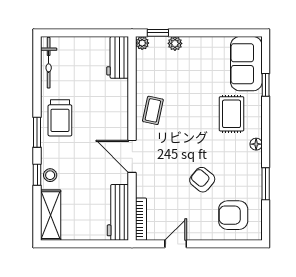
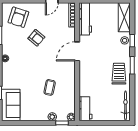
coffee table: (153, 110) -> (50, 87), moved
rug: (232, 114) -> (19, 76), removed
door: (132, 156) -> (77, 51), swing flipped
armchair: (233, 215) -> (18, 17), turned 108

